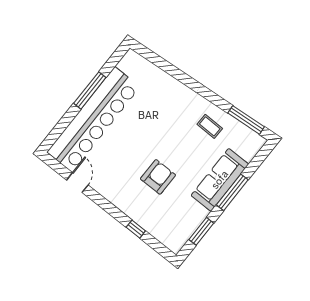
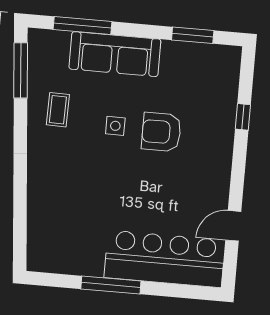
bar counter: (93, 119) -> (165, 259), width x0.73
side table: (179, 153) -> (115, 126), added
window: (232, 192) -> (82, 26), moved

